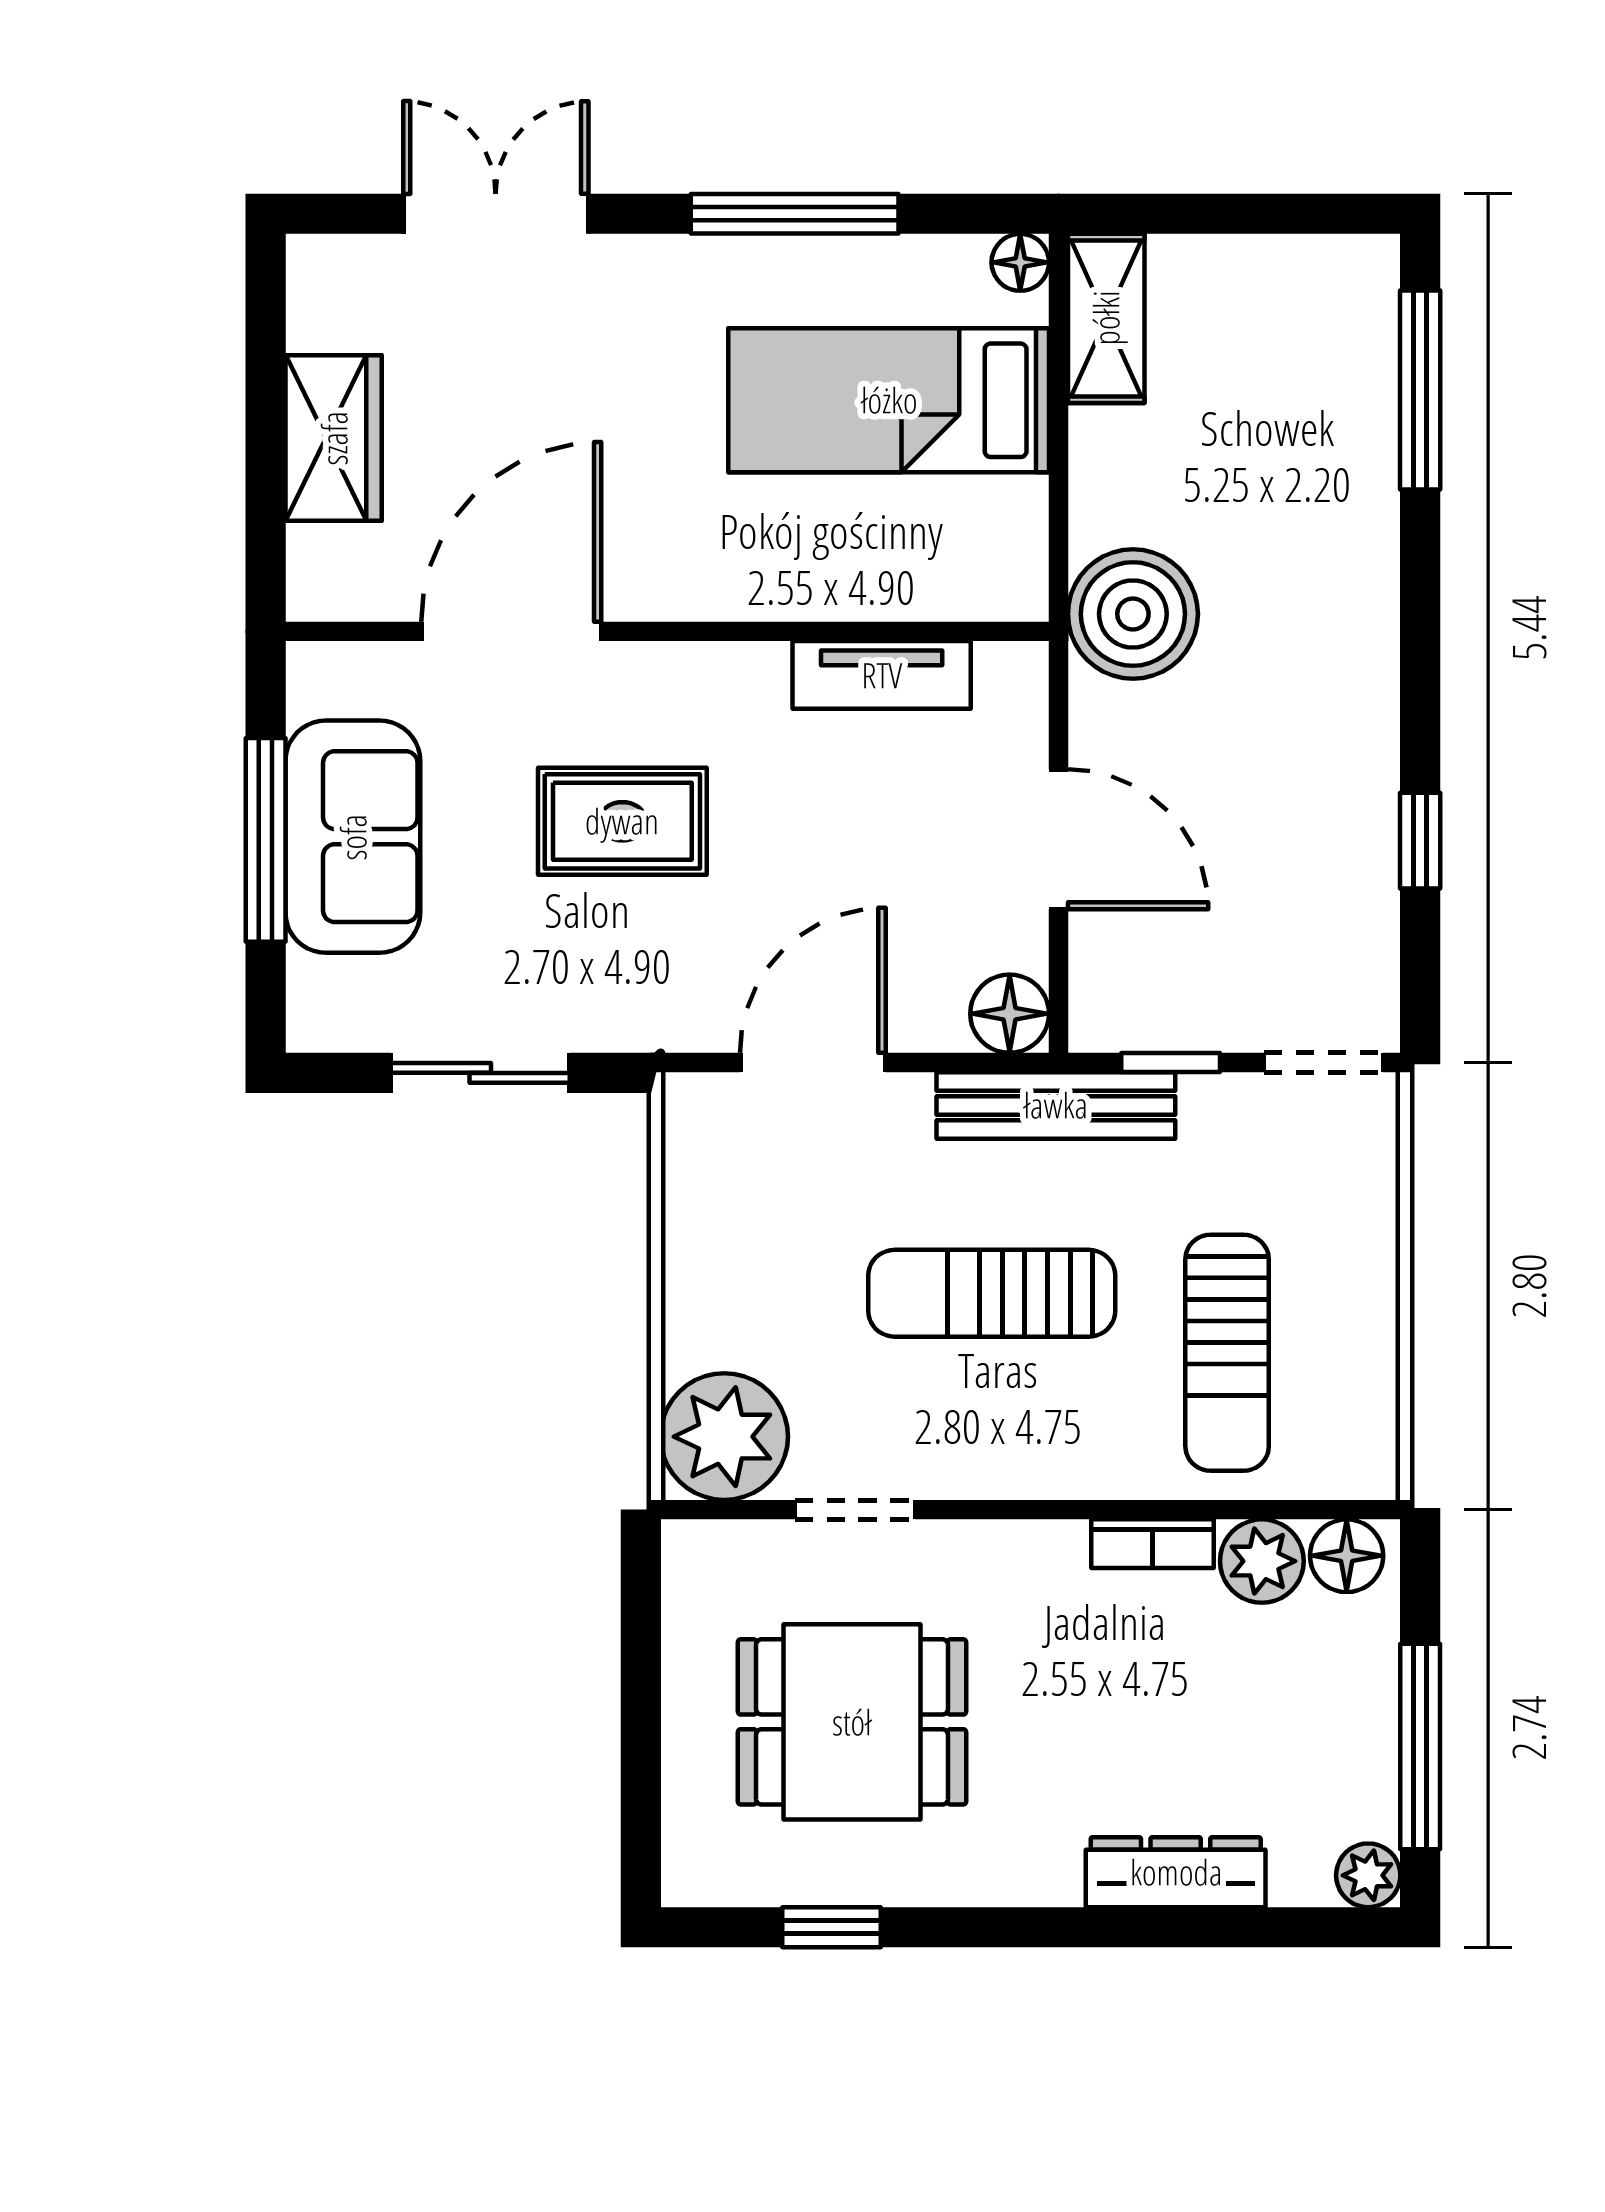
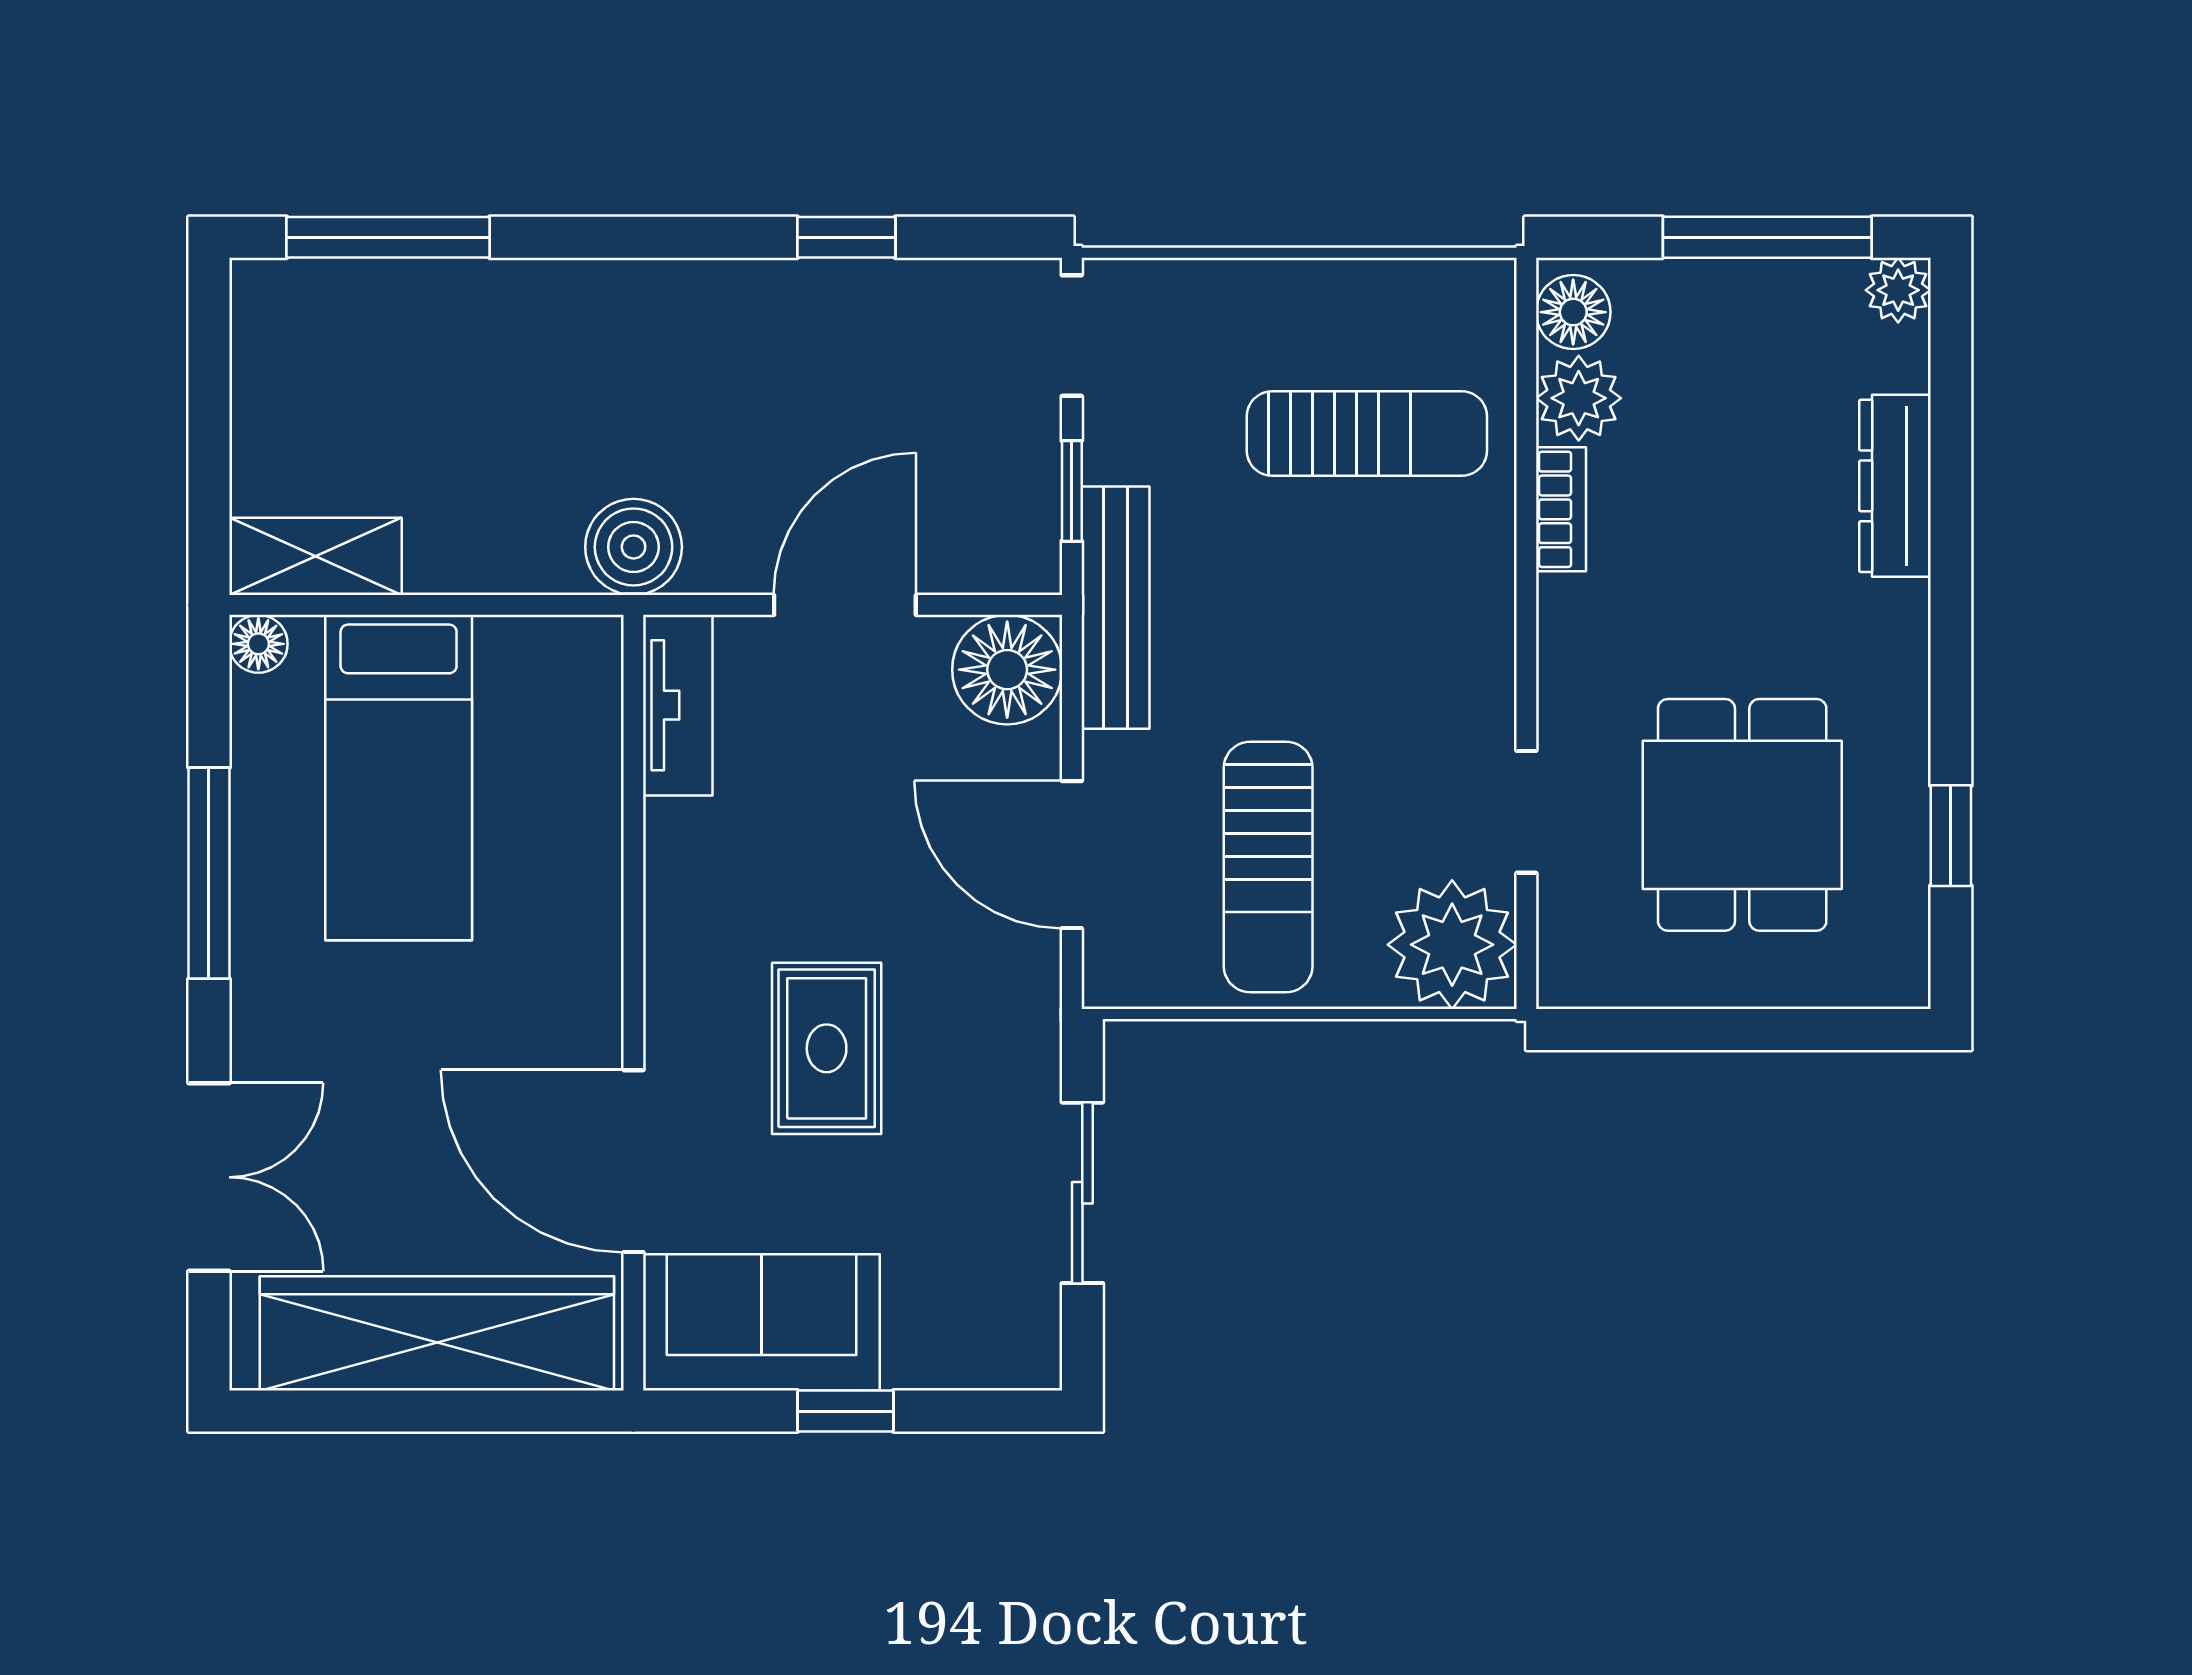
double door: (496, 214) -> (209, 1177), swing flipped
wardrobe: (334, 438) -> (437, 1333), width x2.10, depth x1.17
boiler: (1133, 614) -> (634, 547), width x0.73, depth x0.73
tv unit: (882, 675) -> (678, 705), moved
sofa: (353, 837) -> (761, 1322), moved
window: (266, 840) -> (845, 1411), width x0.46
floor lamp: (1010, 1014) -> (1007, 670), width x1.38, depth x1.38
sun lounger: (992, 1293) -> (1268, 867), moved

